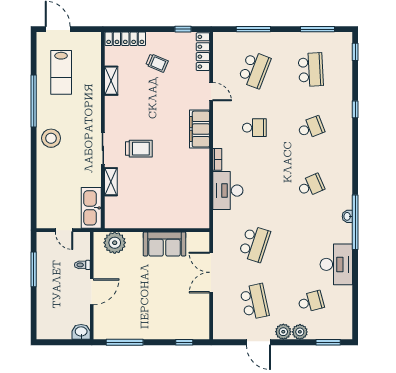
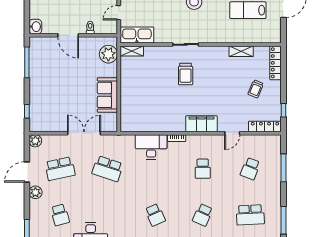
school desk: (254, 70) -> (250, 169), width x0.54
school desk: (311, 128) -> (203, 215), turned 45
shelving: (111, 182) -> (132, 51), moved
plant: (300, 332) -> (35, 141), moved

